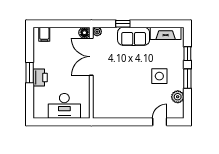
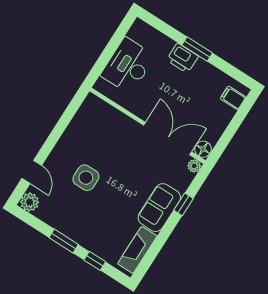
side table: (159, 76) -> (86, 178), moved
plant: (178, 97) -> (30, 202), moved

